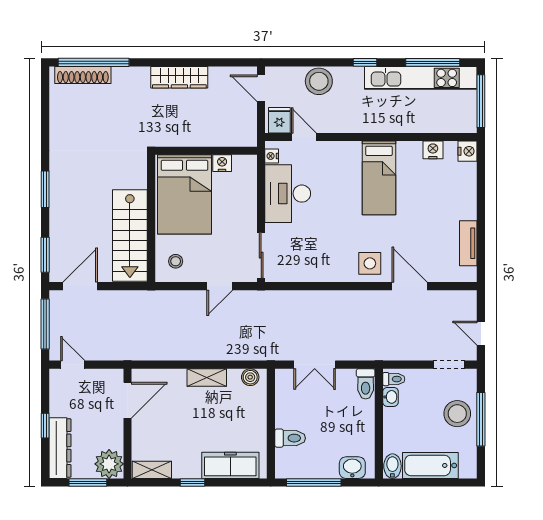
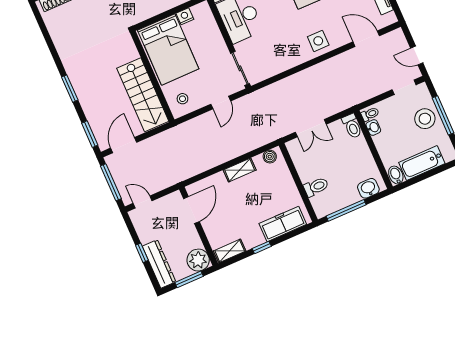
door: (410, 286) -> (366, 39), moved

